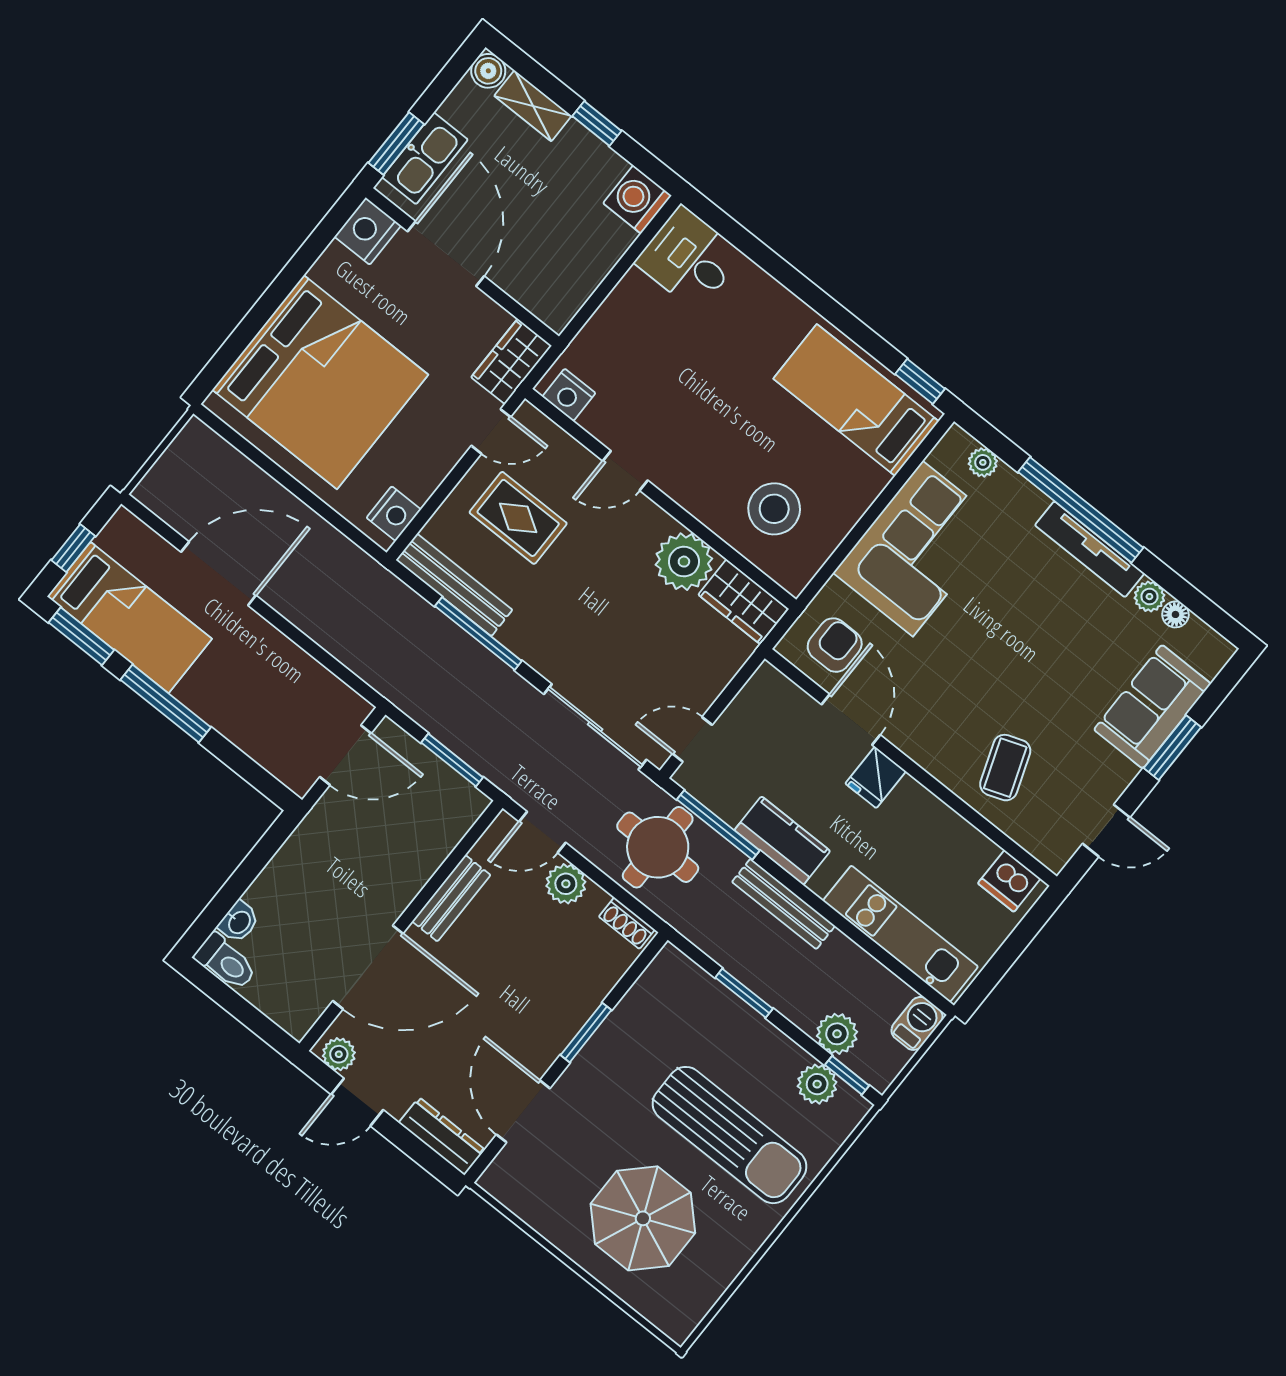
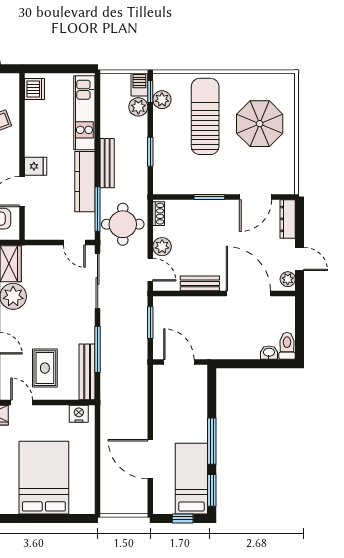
bed: (320, 382) -> (44, 478), width x0.73
kitchen counter: (782, 841) -> (85, 182), width x1.50
barbecue: (917, 1023) -> (139, 85), moved, turned 90

